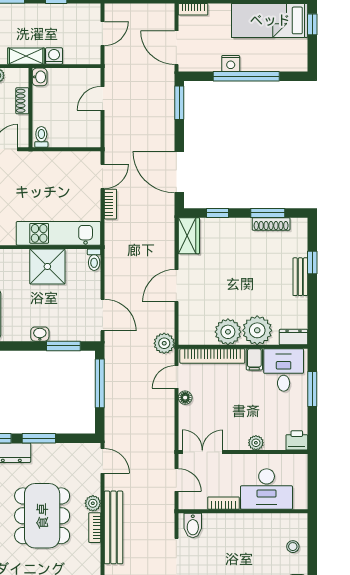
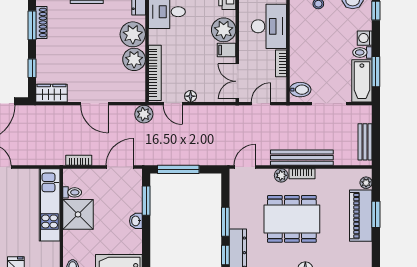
bookcase: (110, 204) -> (79, 160), moved
toilet: (94, 260) -> (72, 192), moved
filing cabinet: (254, 359) -> (227, 50), moved, turned 180
plant: (256, 443) -> (224, 30), width x1.88, depth x1.88

